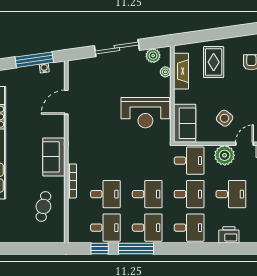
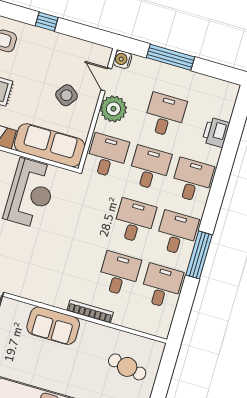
sofa: (185, 123) -> (50, 145), width x1.36
cafe table: (43, 206) -> (127, 367), moved
window: (100, 248) -> (186, 301), removed

